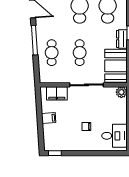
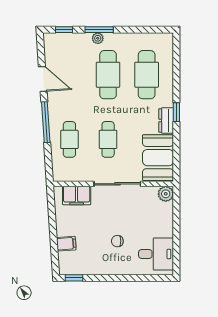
filing cabinet: (49, 118) -> (66, 244), moved

